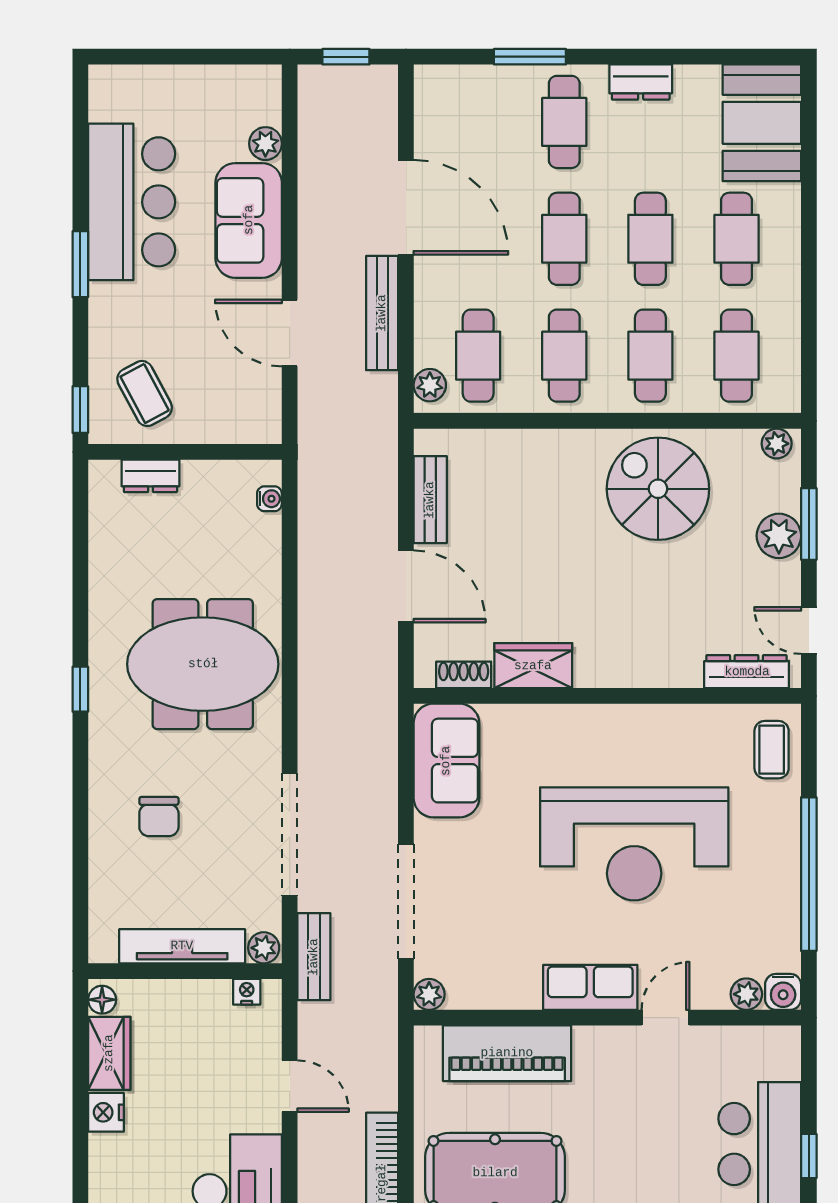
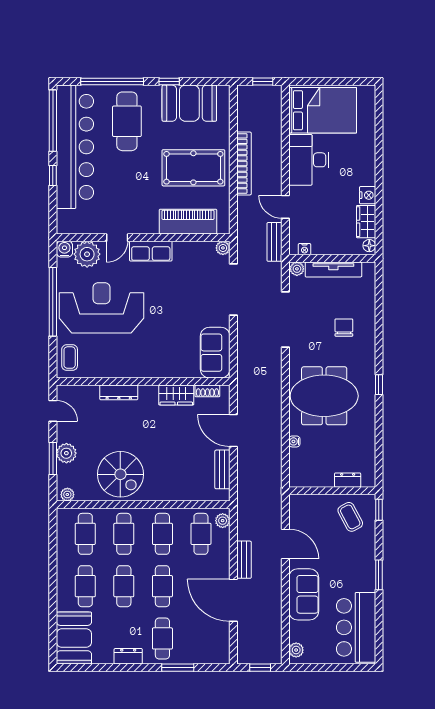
plant: (265, 144) -> (296, 650), moved
bar counter: (132, 202) -> (356, 627), moved
bench: (382, 313) -> (244, 560), width x0.73
water cooler: (269, 499) -> (294, 441), moved
dresser: (747, 672) -> (119, 392), moved
reception desk: (634, 844) -> (101, 308), moved
bench: (314, 957) -> (274, 242), moved
plant: (746, 994) -> (87, 254), width x1.88, depth x1.88

